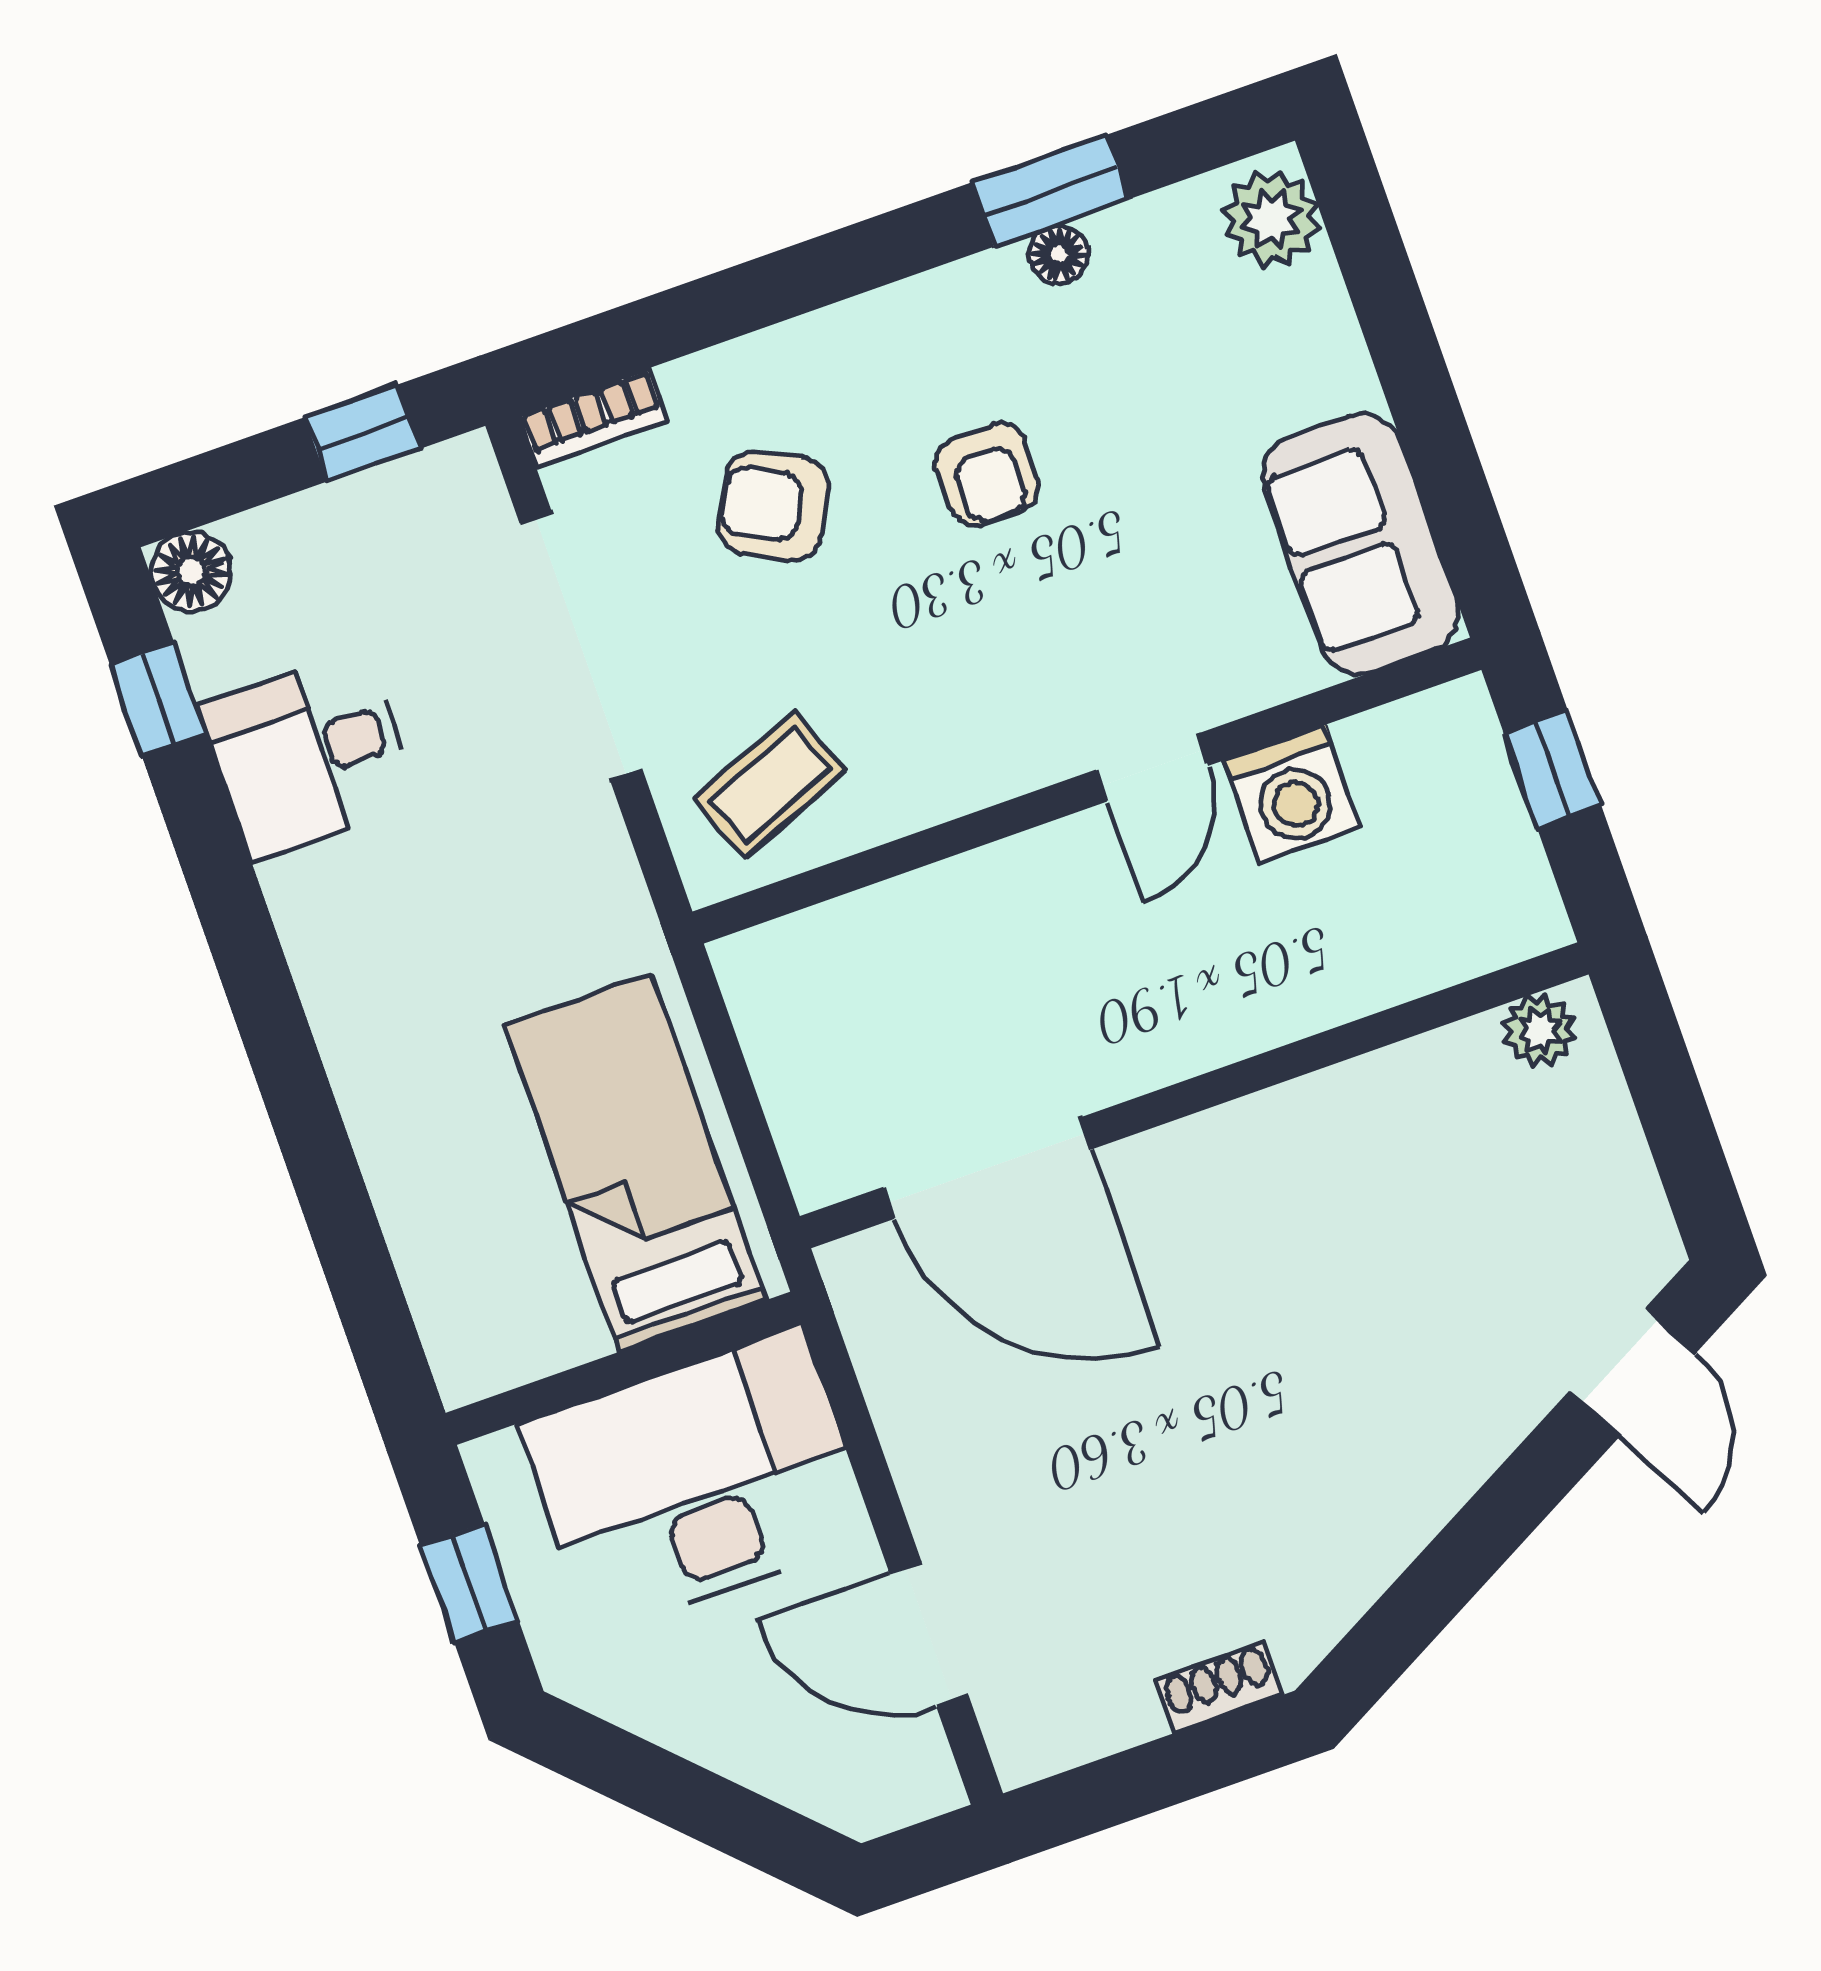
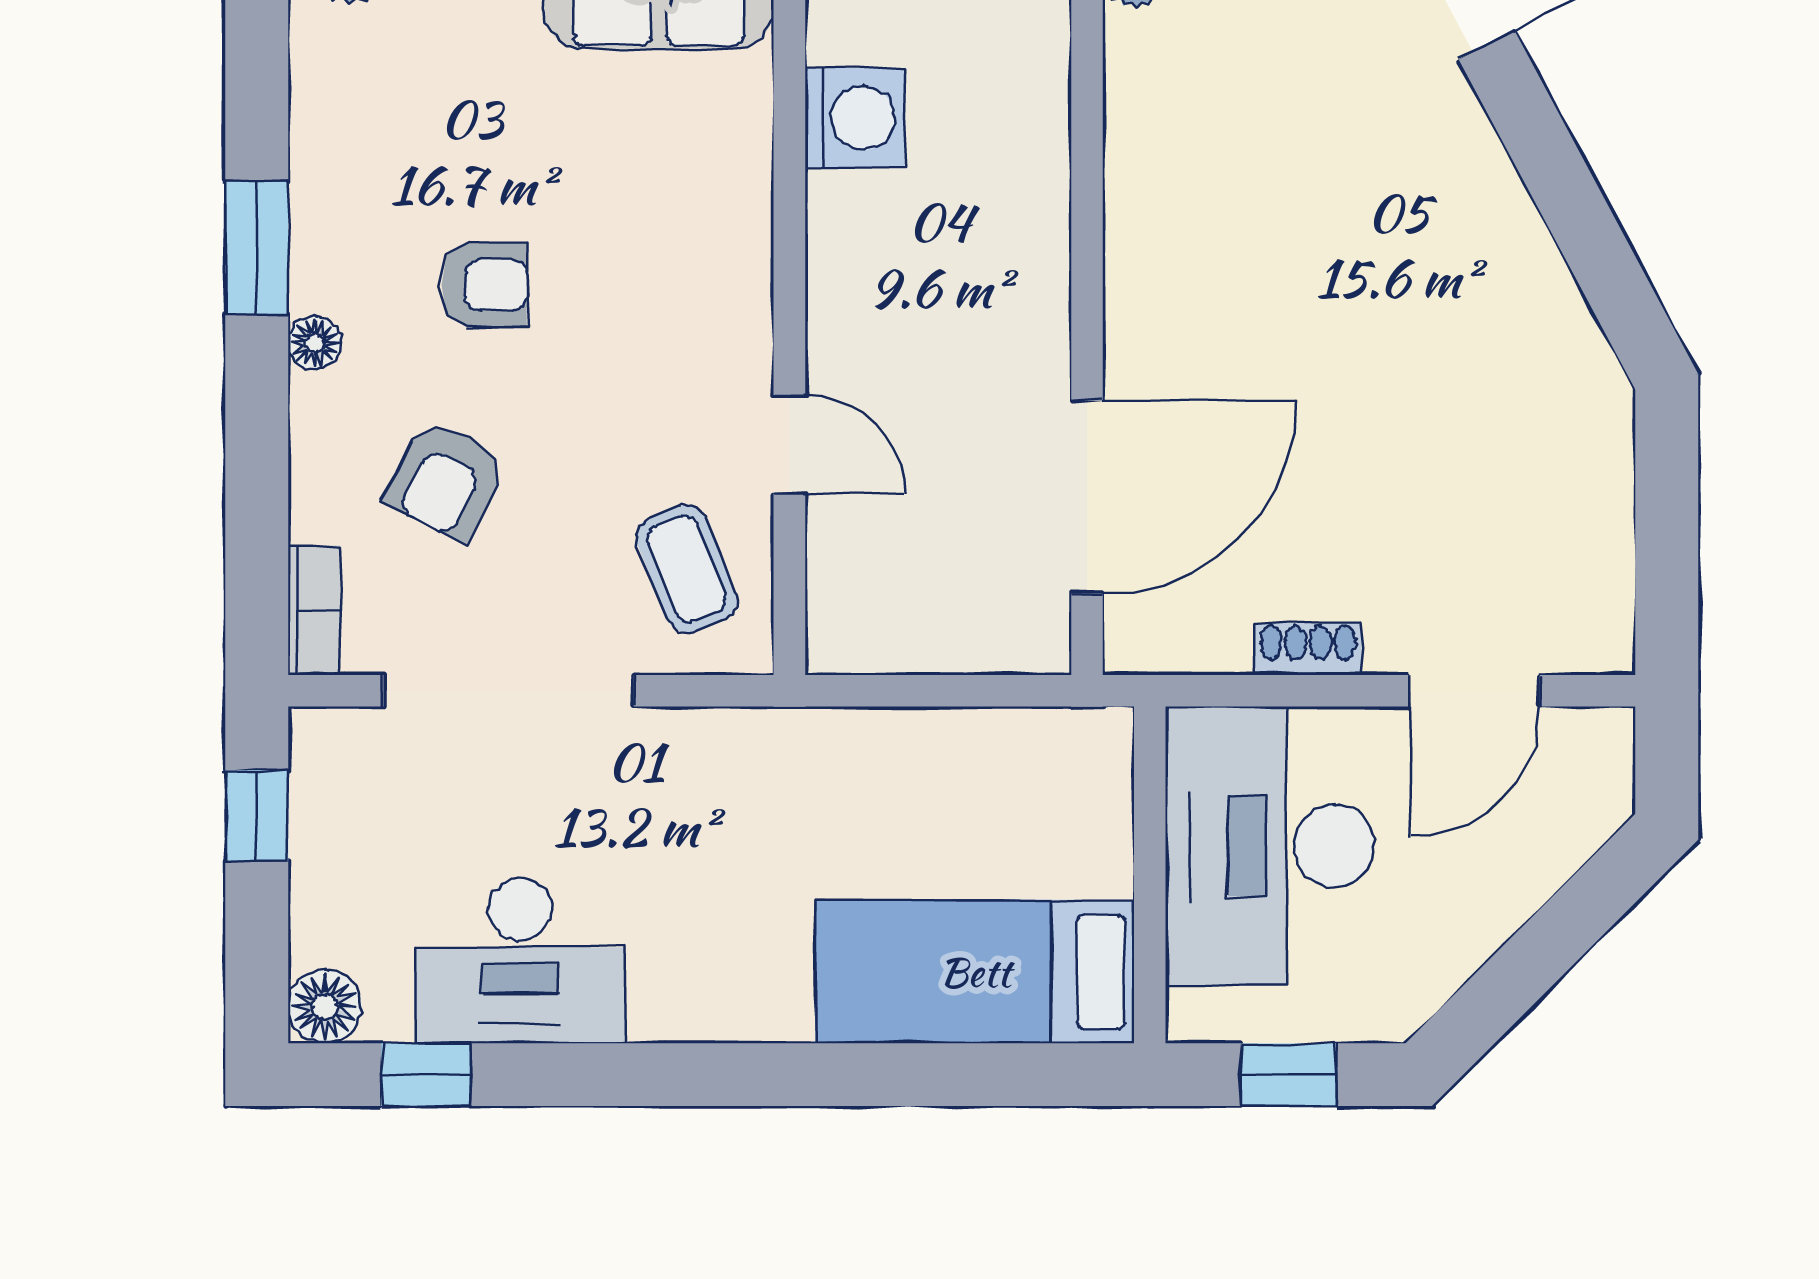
window: (1050, 191) -> (257, 248), moved
floor lamp: (1059, 254) -> (315, 343), moved
desk: (309, 755) -> (520, 961), width x1.37
door: (1152, 768) -> (789, 444), moved
bed: (636, 1163) -> (975, 972), moved
shoe rack: (1219, 1687) -> (1308, 649), moved, turned 90

